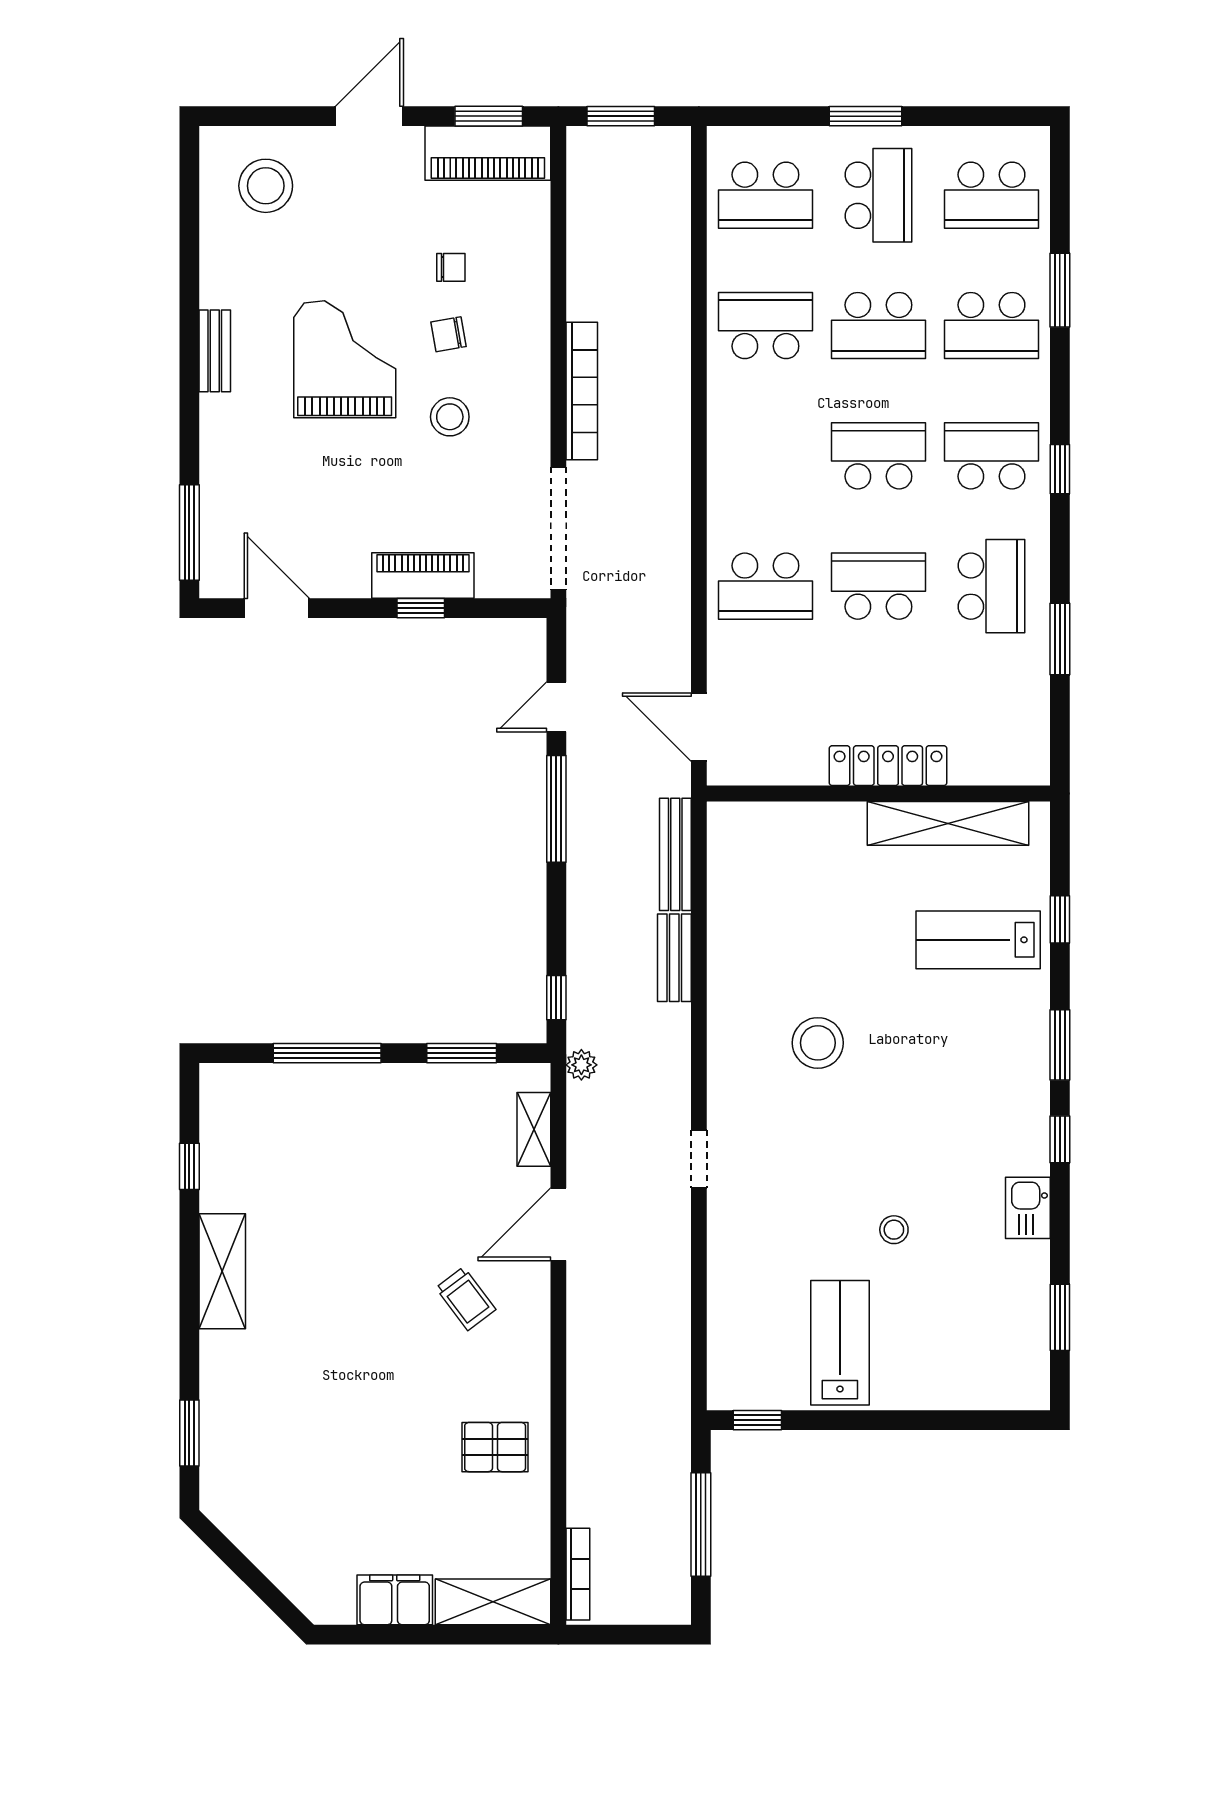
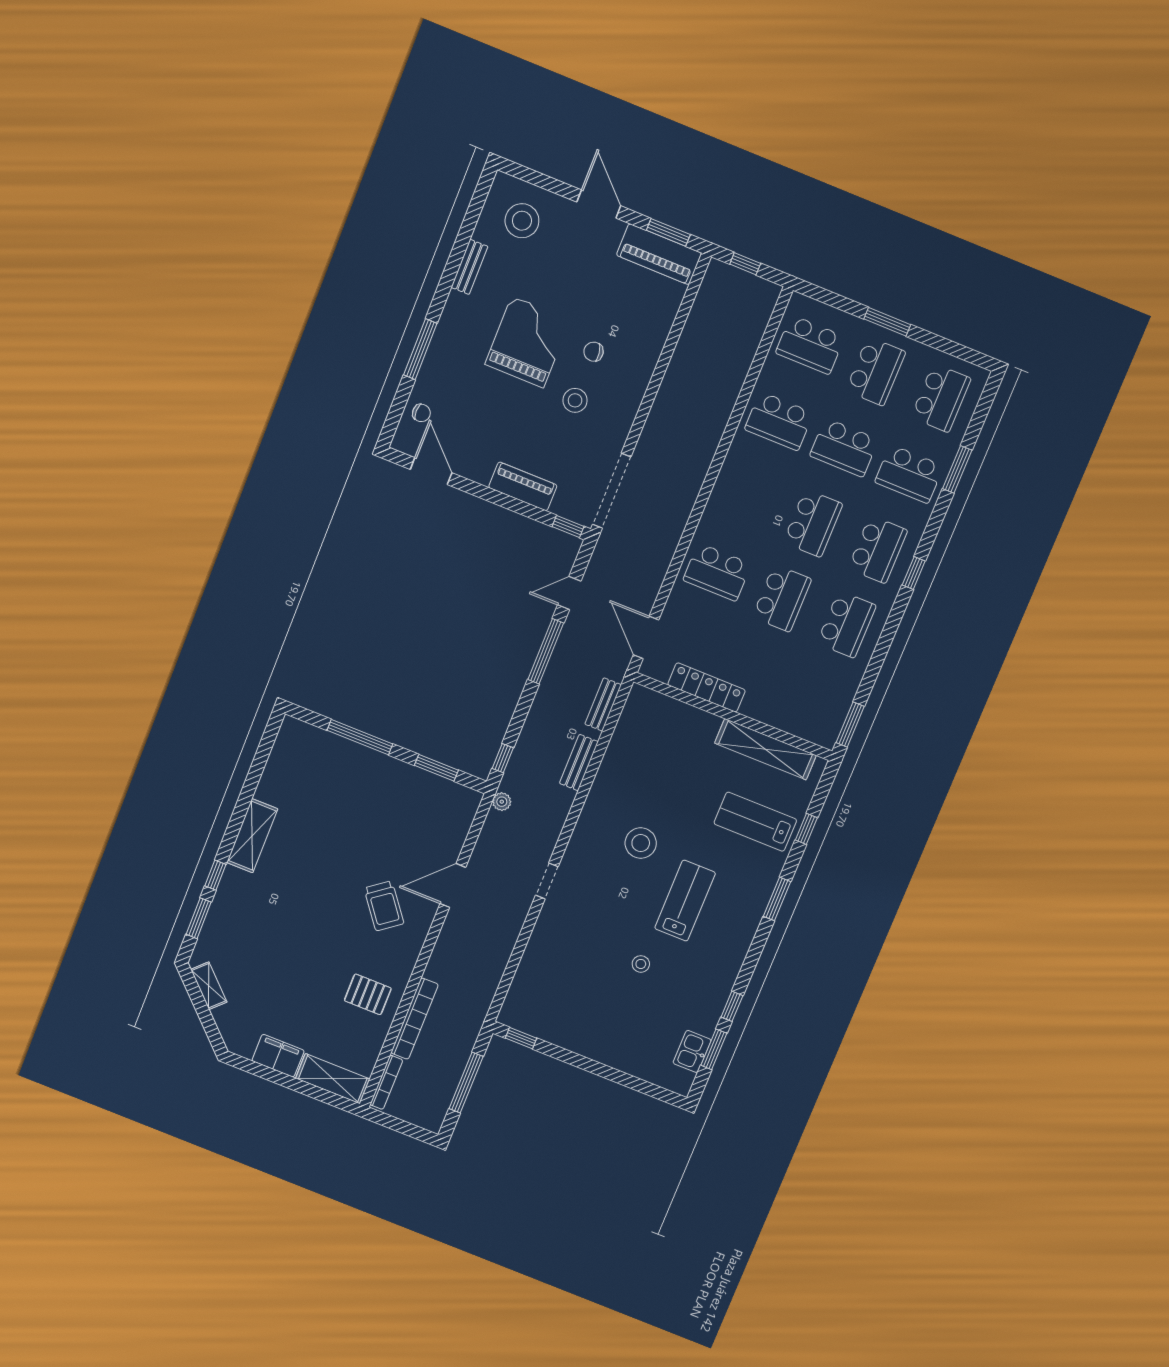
door: (369, 116) -> (599, 204), hinge flipped
window: (621, 116) -> (745, 264), width x0.67
school desk: (991, 195) -> (941, 398), turned -90
chair: (451, 267) -> (421, 413), moved
school desk: (765, 326) -> (779, 421), turned 180
bench: (215, 351) -> (469, 267), moved
bookcase: (582, 391) -> (415, 1019), moved
school desk: (878, 456) -> (813, 523), turned 90
school desk: (991, 456) -> (878, 549), turned 90
window: (189, 532) -> (420, 349), moved
school desk: (878, 586) -> (782, 598), turned 90
window: (421, 608) -> (568, 527), moved
window: (1060, 639) -> (850, 725), moved
locker: (888, 766) -> (707, 687), moved
bench: (675, 854) -> (603, 704), width x0.73
shelving: (534, 1129) -> (209, 986), moved, turned -45
window: (1060, 1139) -> (732, 1006), moved
window: (189, 1166) -> (215, 875), moved
kitchen sink: (1028, 1208) -> (692, 1051), moved
trolley: (466, 1299) -> (384, 906), width x1.36, depth x1.39
lab bench: (840, 1343) -> (685, 901), moved

